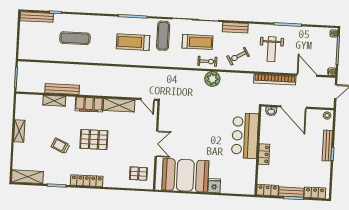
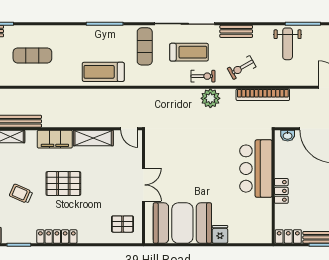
treadmill: (133, 42) -> (103, 72), moved
weight bench: (272, 49) -> (288, 44), moved
bookcase: (275, 79) -> (263, 95), moved

